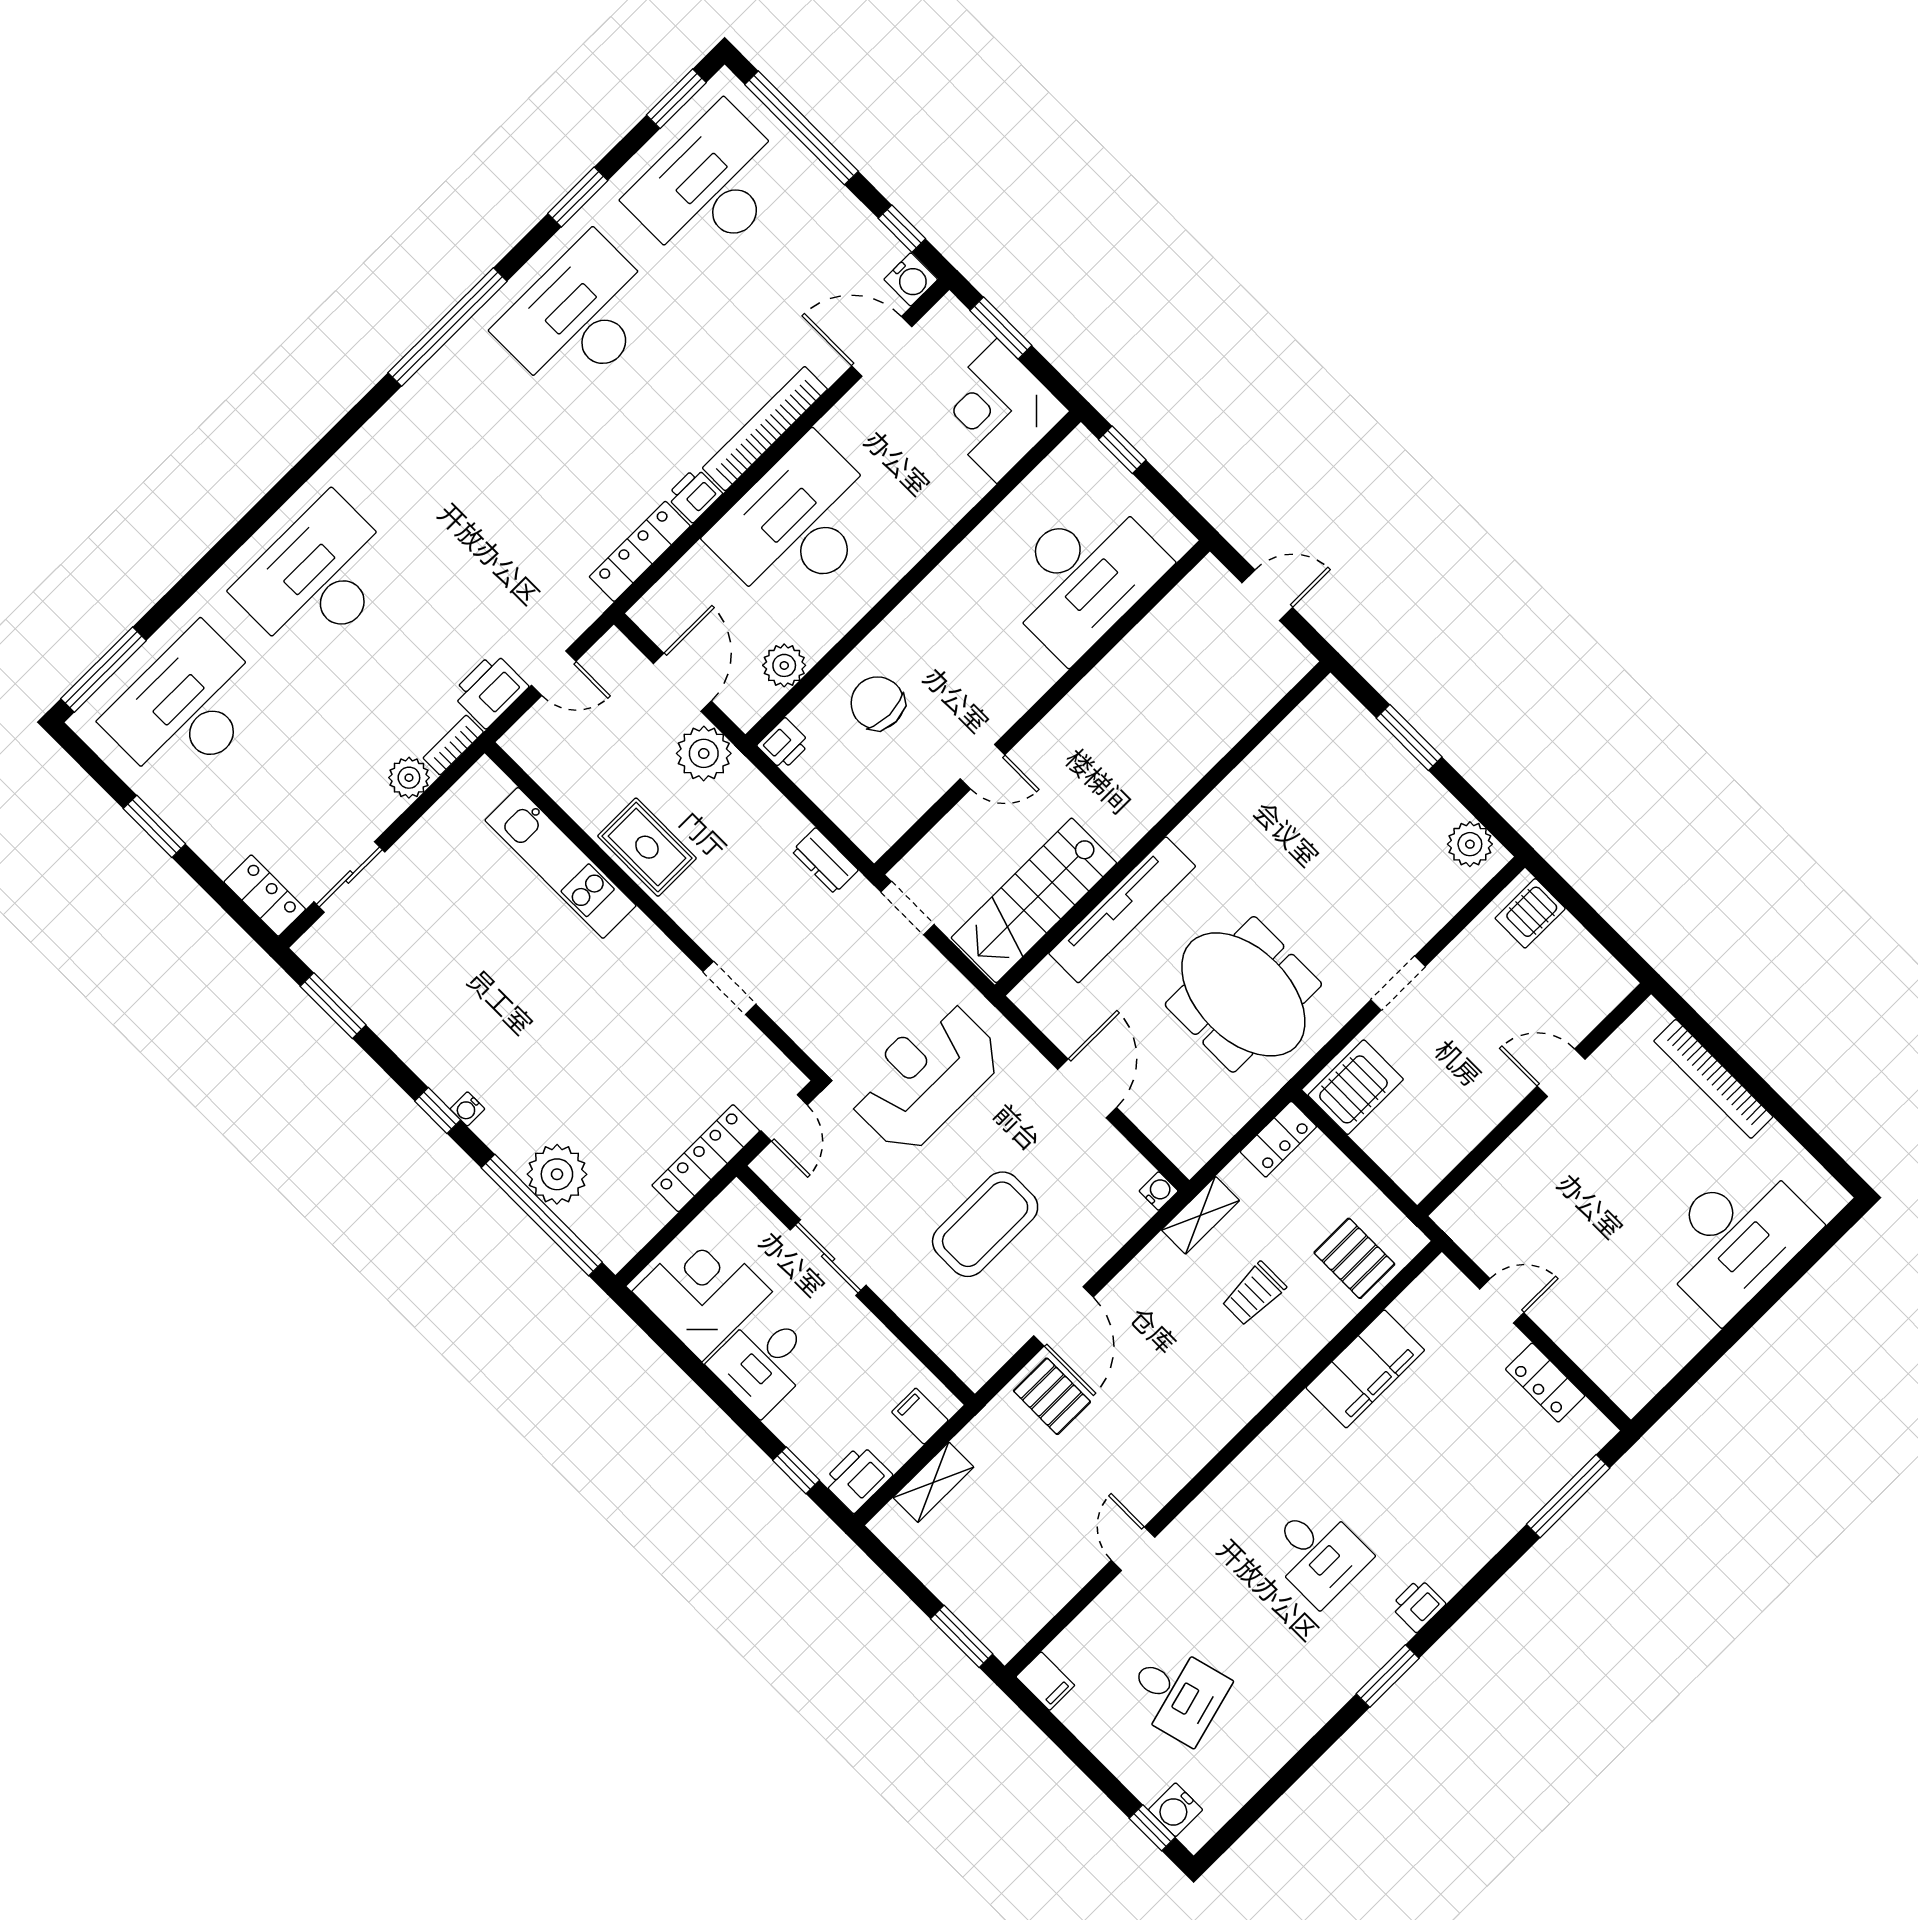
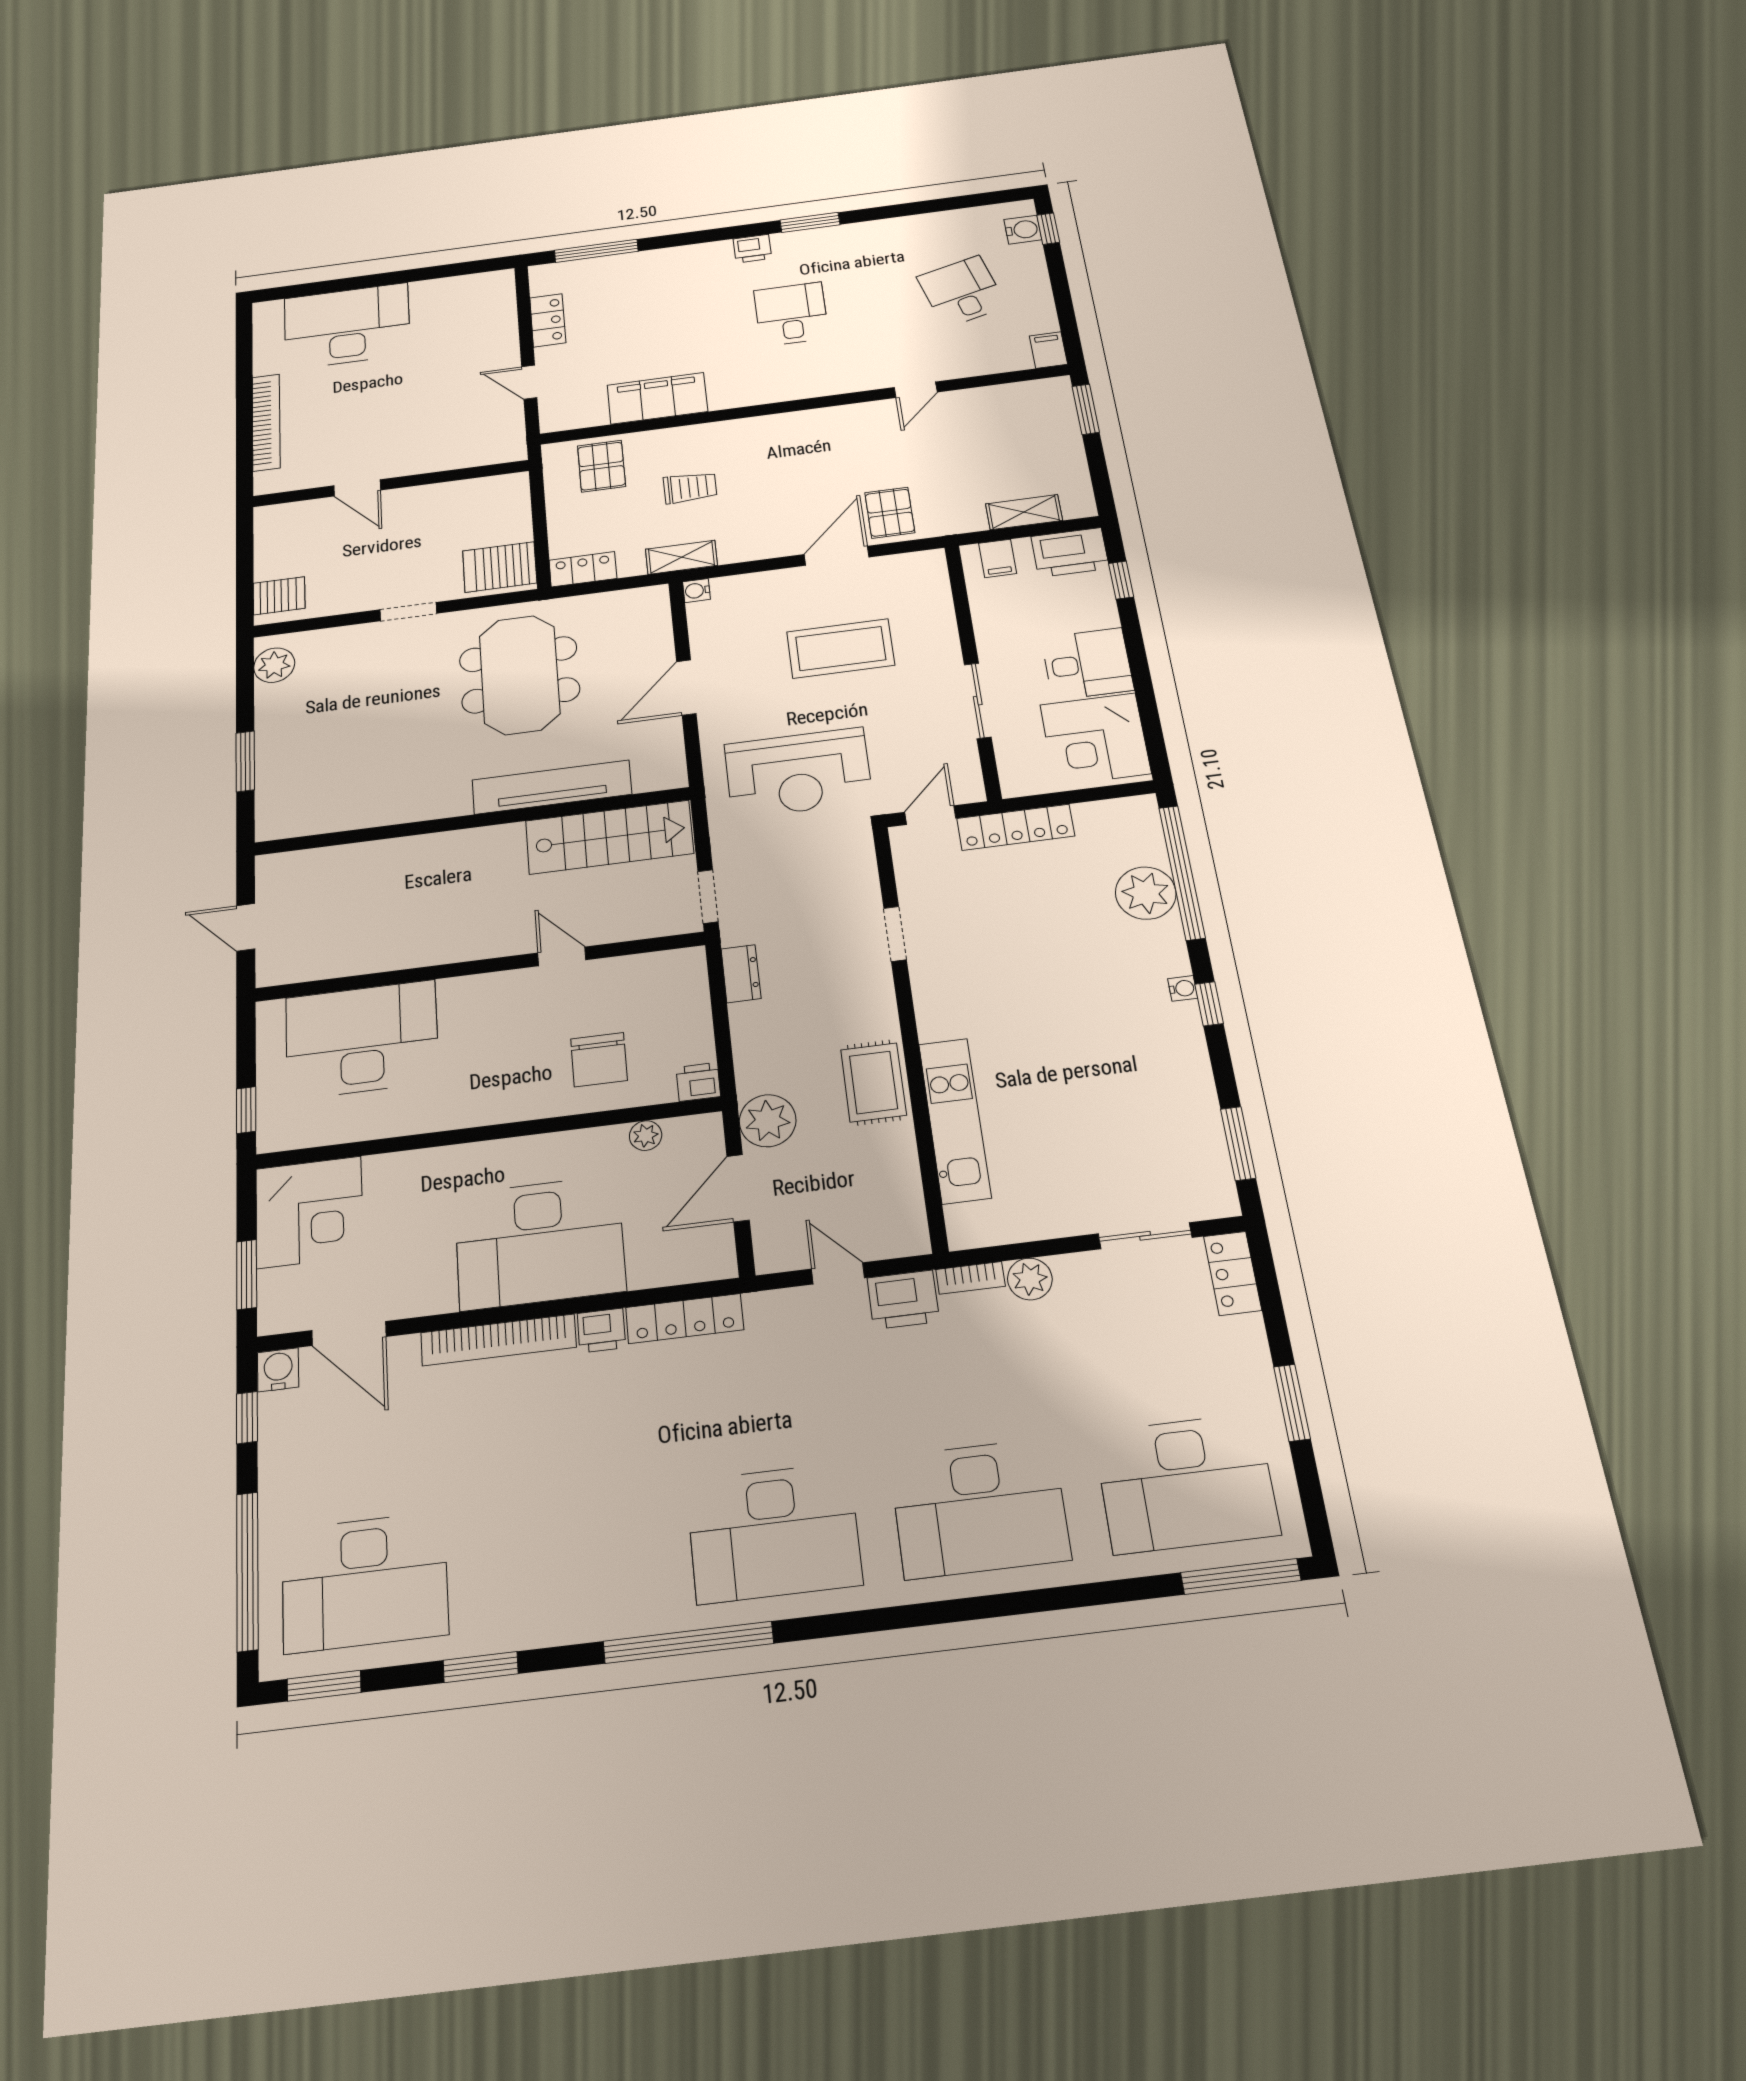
desk: (579, 317) -> (774, 1533), moved
plant: (784, 665) -> (646, 1136), width x0.73, depth x0.73
printer: (857, 1478) -> (1070, 552), width x1.37, depth x1.19

